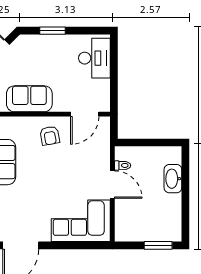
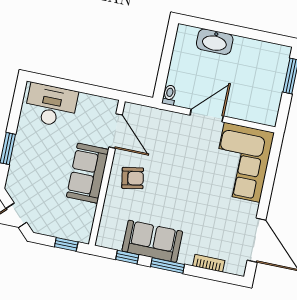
sofa: (29, 99) -> (88, 173), moved
toilet: (123, 165) -> (169, 95), moved

